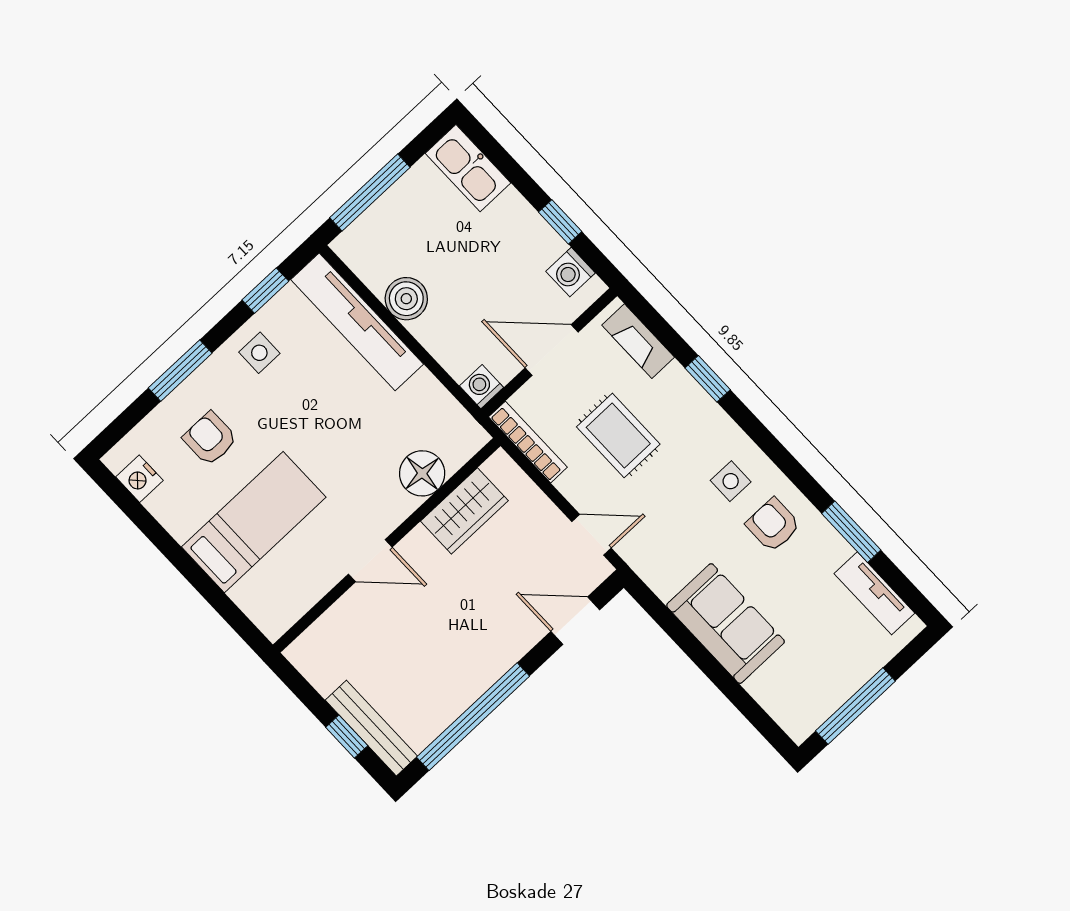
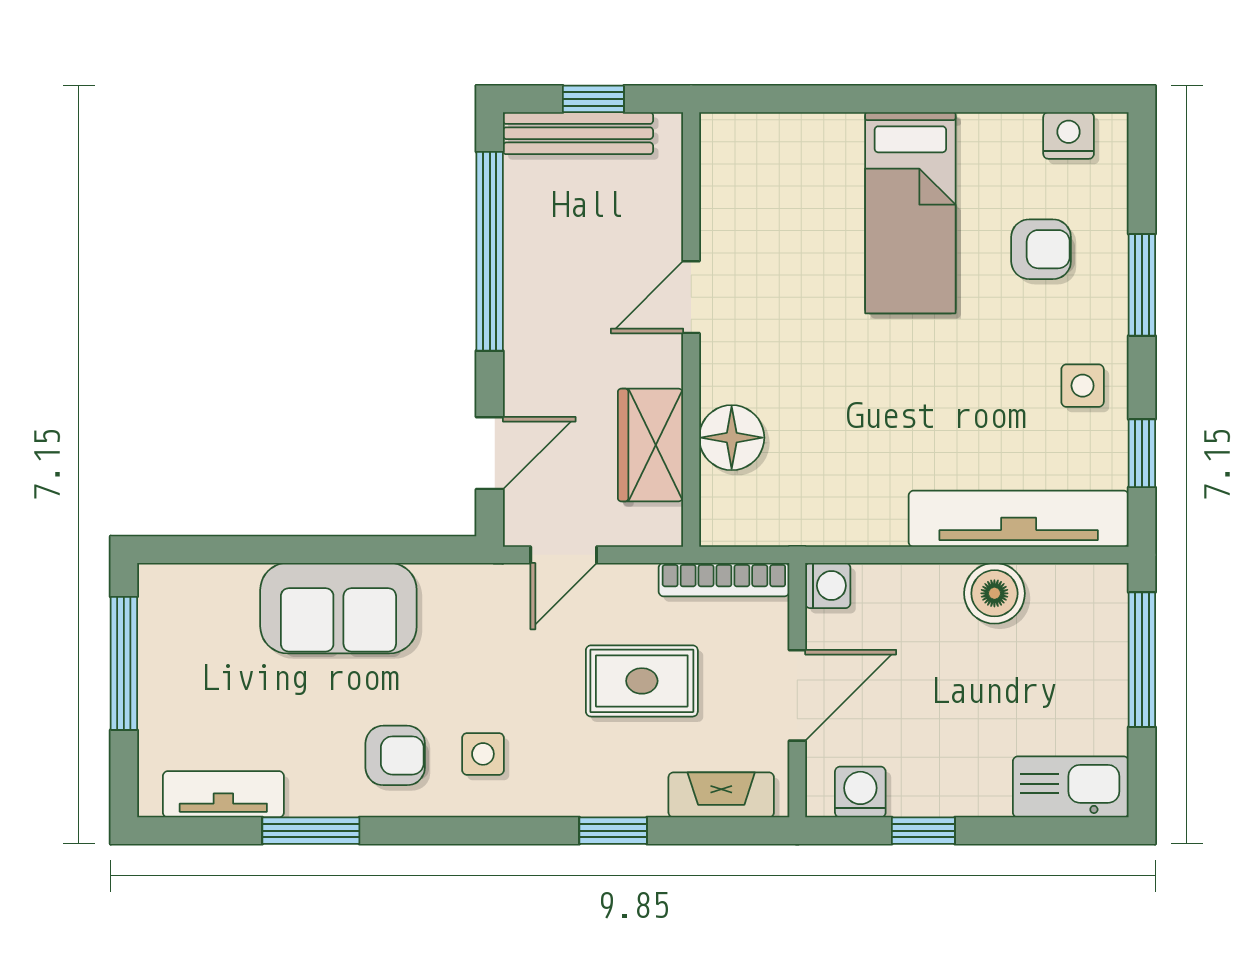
floor lamp: (422, 473) -> (732, 438), moved
wardrobe: (464, 511) -> (651, 445), moved
wall: (387, 545) -> (691, 330), moved
door: (370, 561) -> (691, 297), moved

